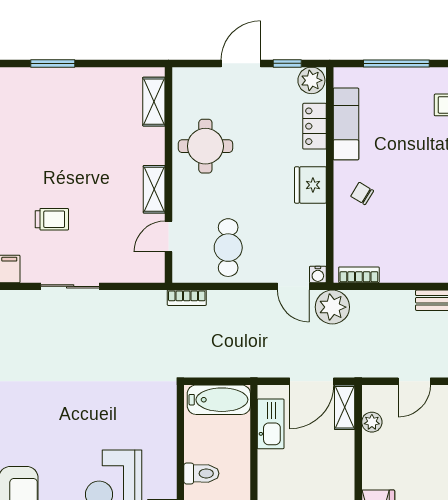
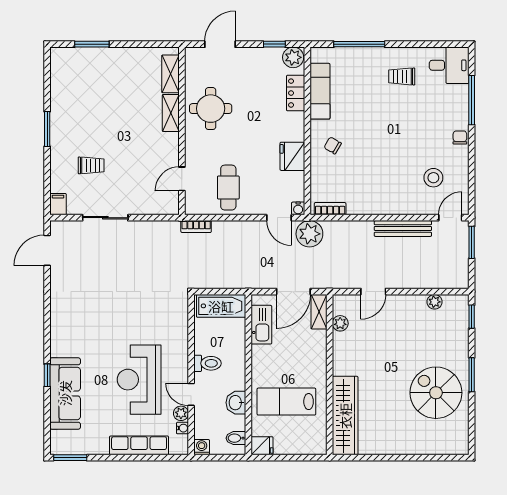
door: (241, 63) -> (220, 44), moved
fridge: (310, 185) -> (292, 156), moved
shelving: (154, 189) -> (171, 113), moved

